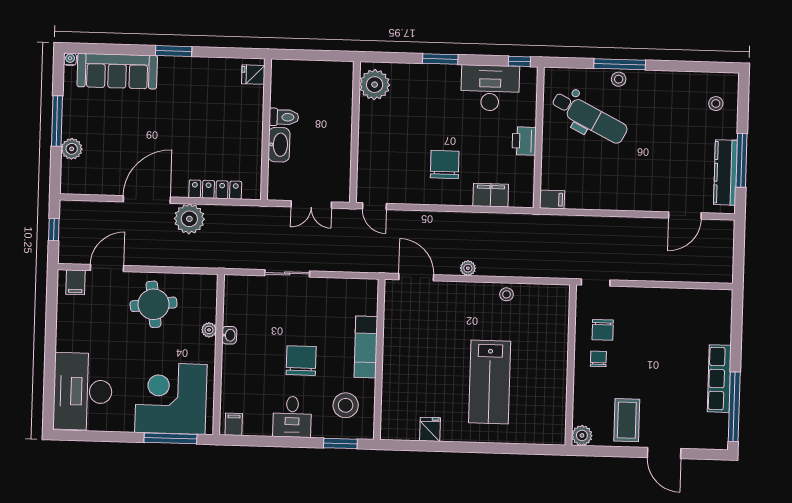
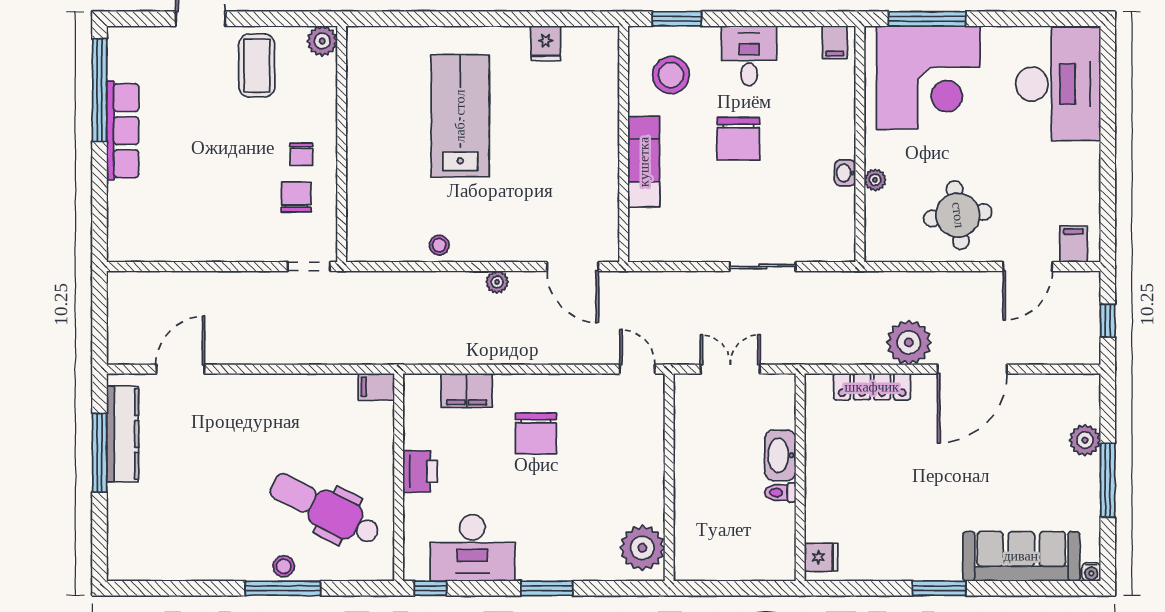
stool: (716, 104) -> (140, 535), removed
toilet: (284, 117) -> (780, 493), width x0.73, depth x0.72

